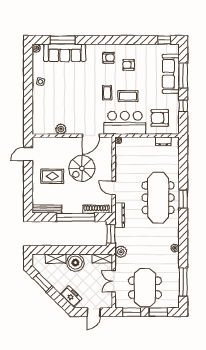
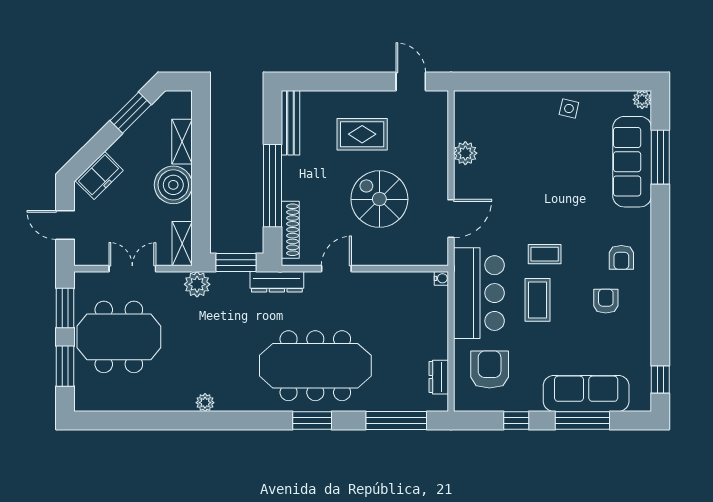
door: (91, 136) -> (451, 219), swing flipped
rug: (52, 176) -> (362, 134), turned 90
window: (183, 282) -> (396, 421), moved

